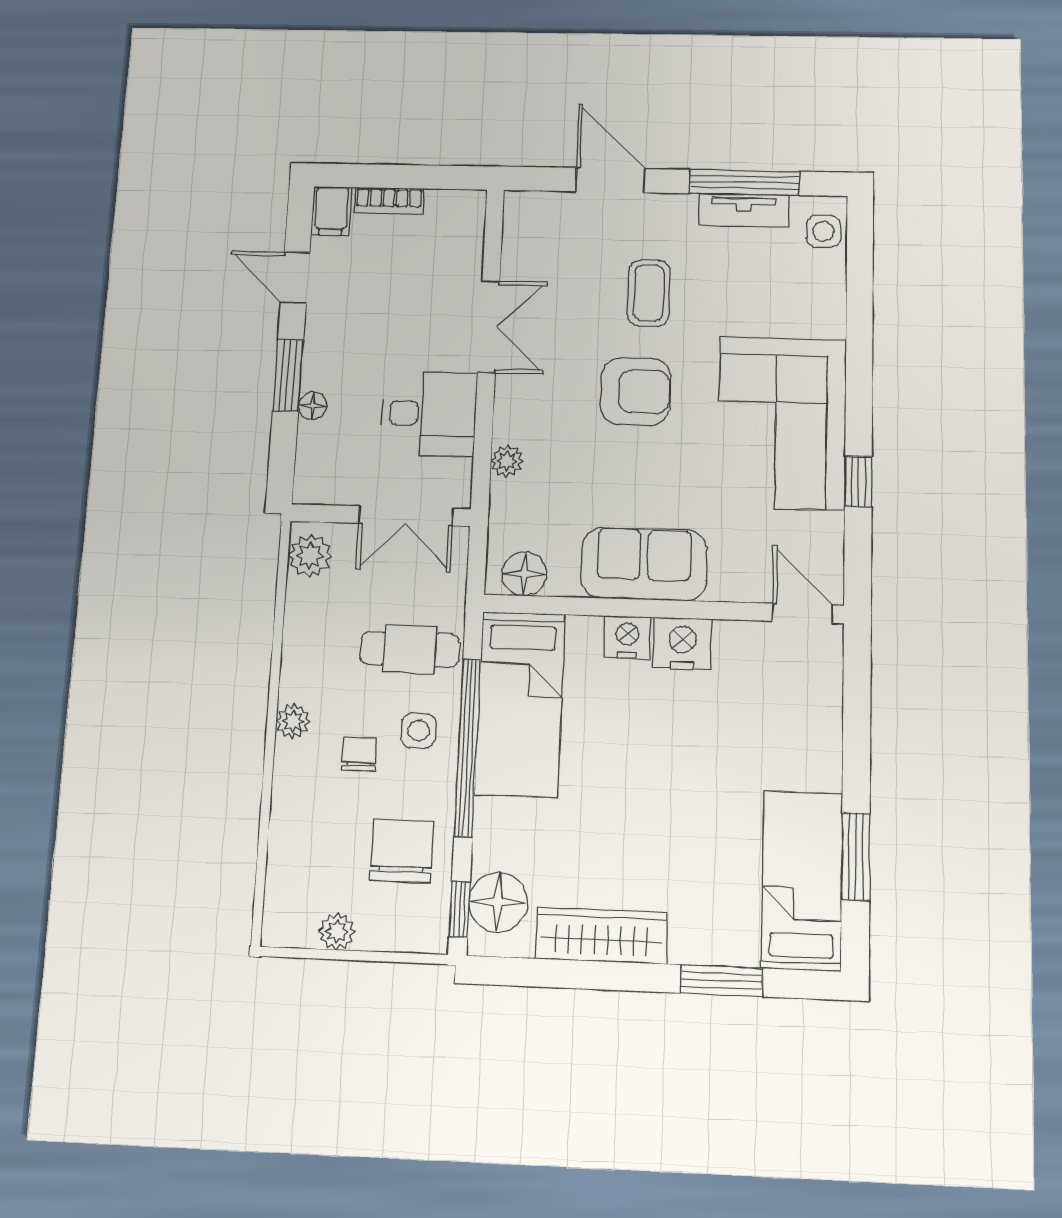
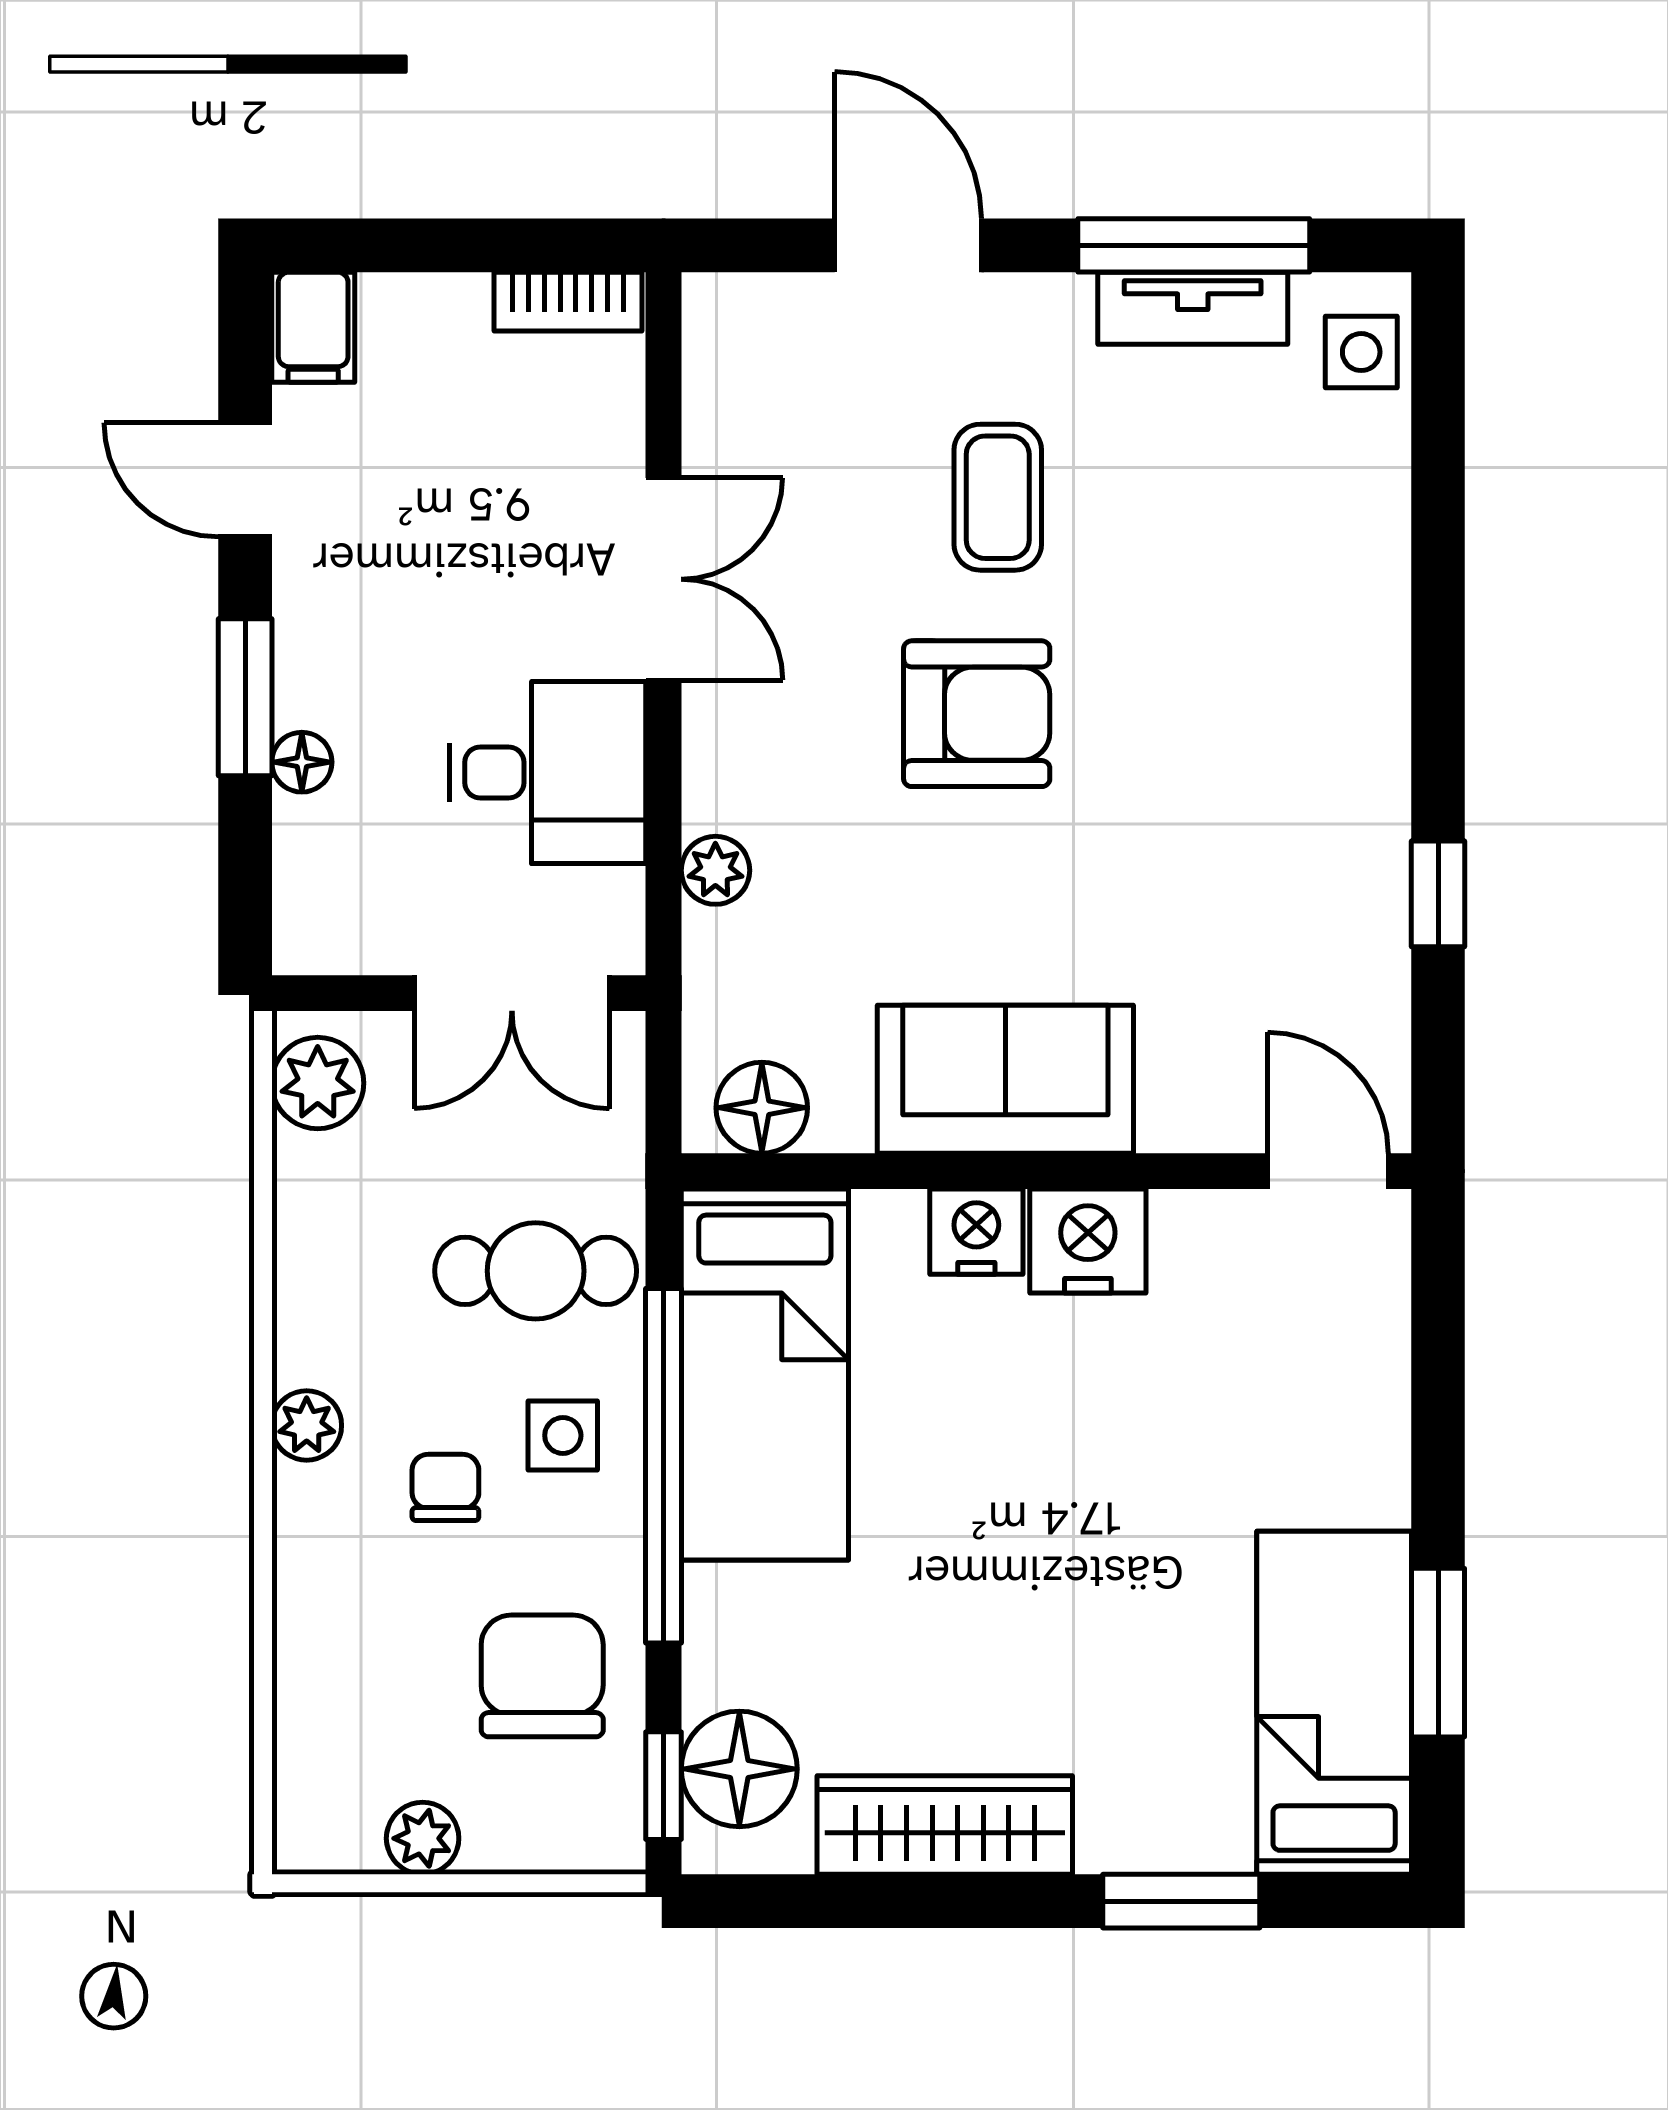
bookcase: (389, 201) -> (568, 302), moved
corner sofa: (782, 423) -> (1281, 773), removed

